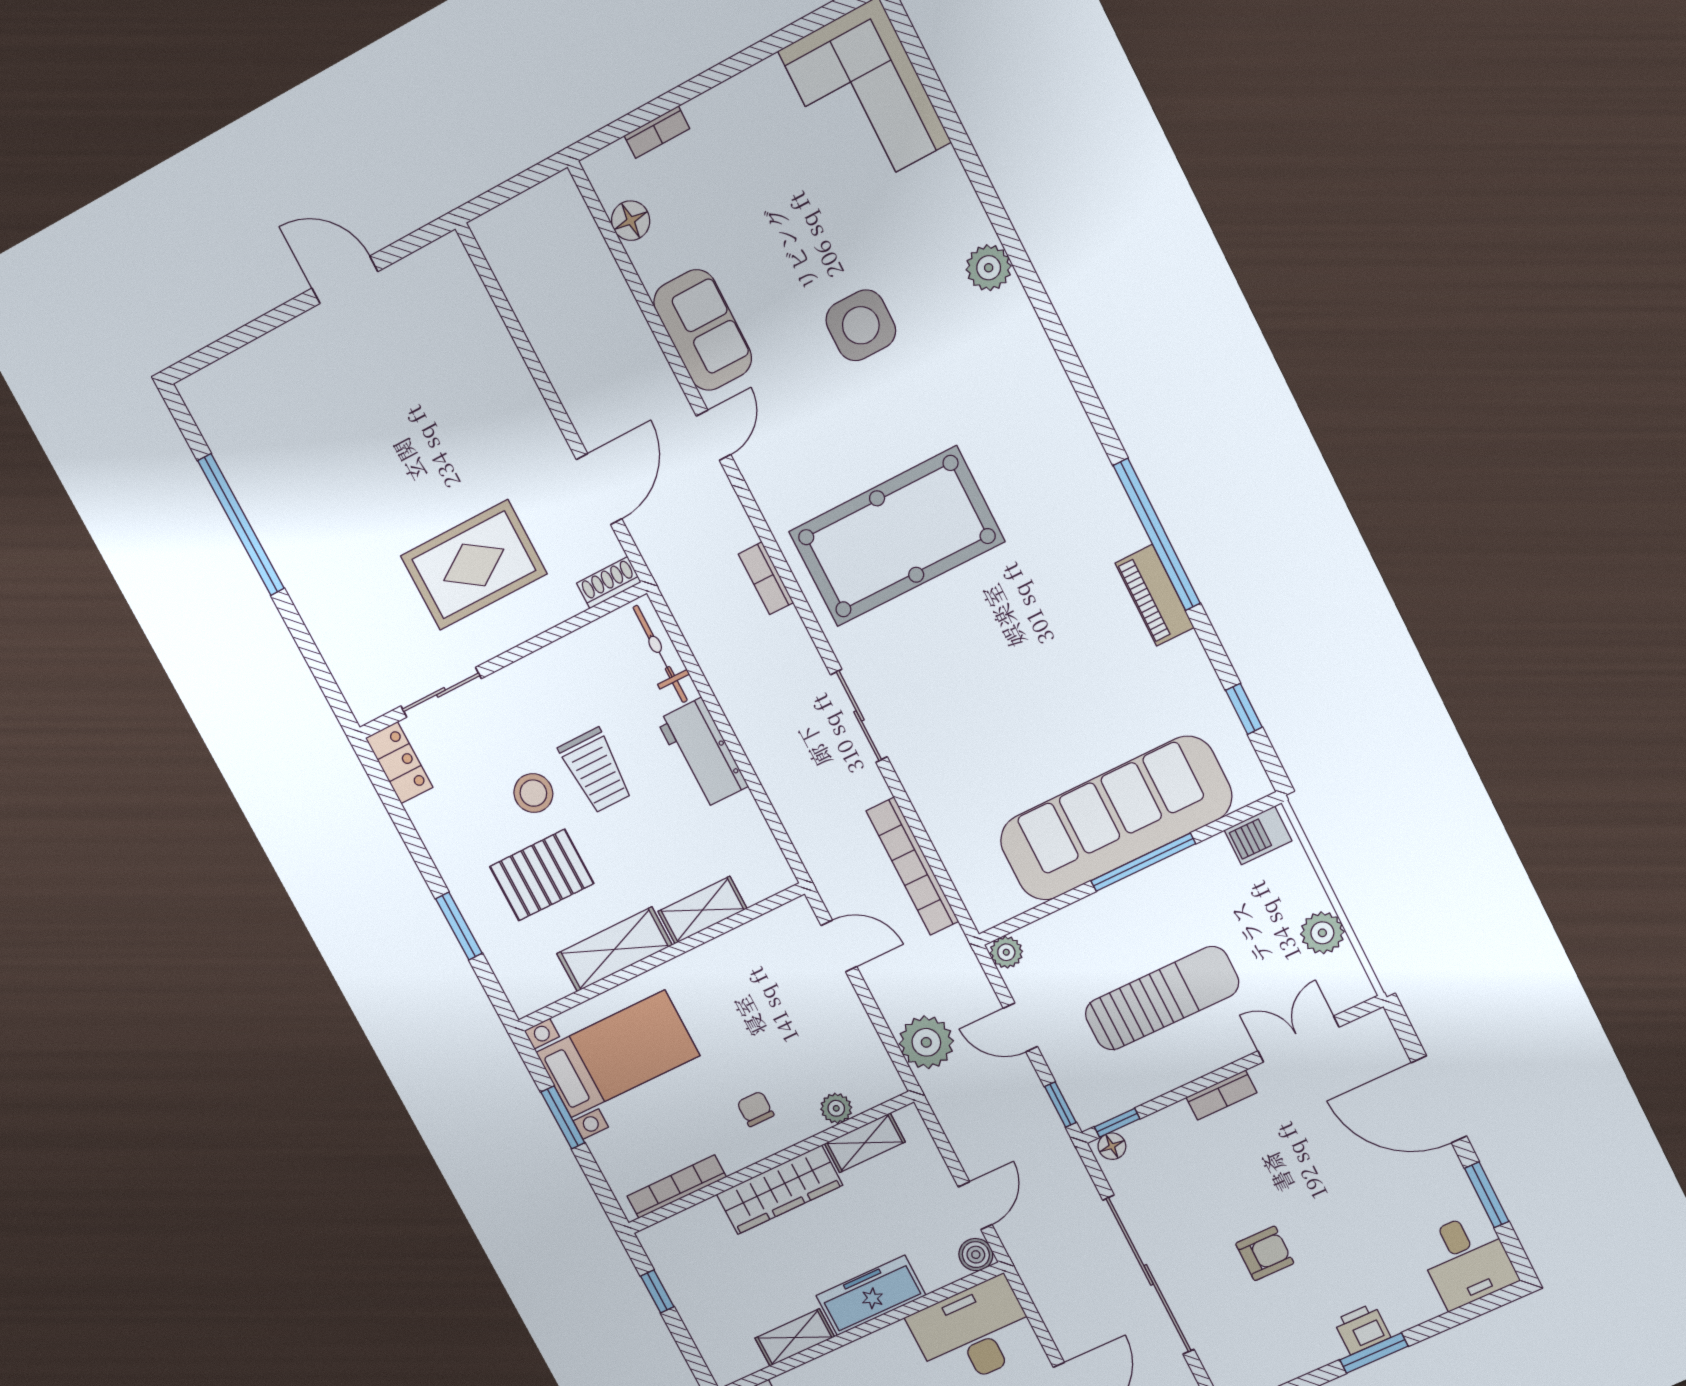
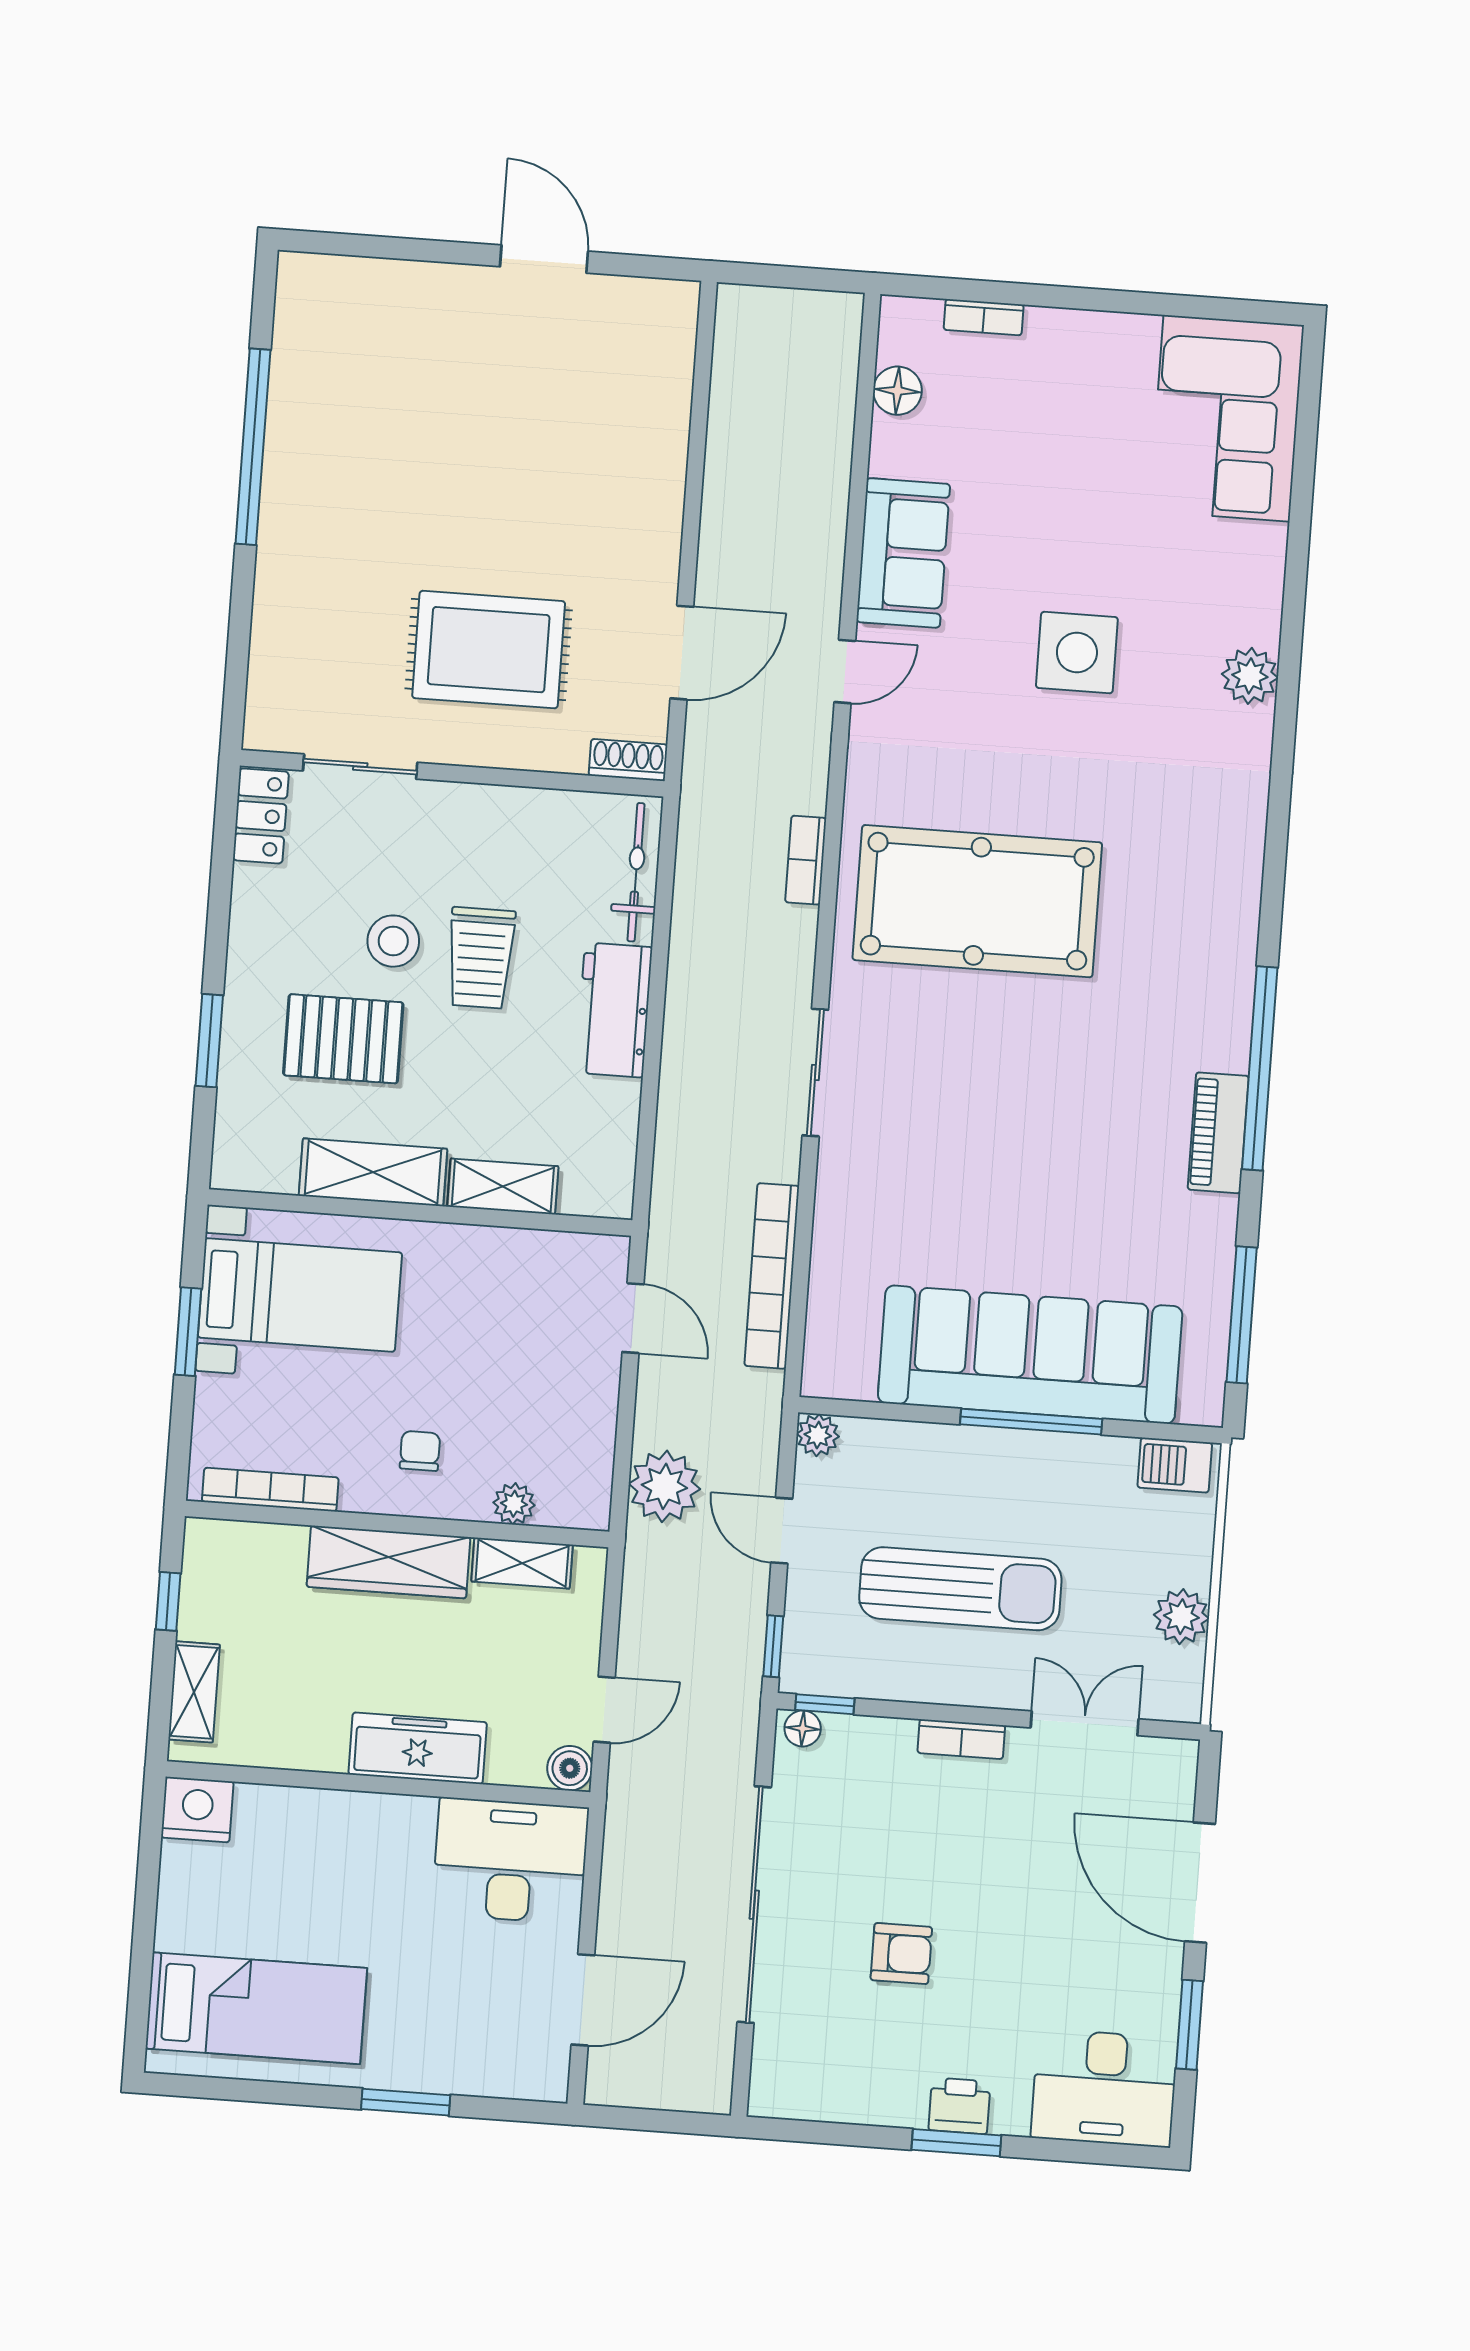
window: (1244, 709) -> (1242, 1315), width x2.17
desk: (1466, 1260) -> (1104, 2088), width x1.37
shelving: (795, 1337) -> (194, 1692), moved, turned 90

